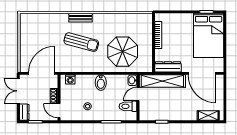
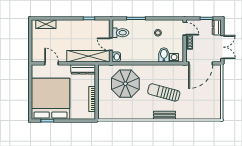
bed: (209, 35) -> (51, 99), width x1.36
door: (202, 73) -> (52, 63), width x0.53
bidet: (101, 83) -> (164, 55), moved
door: (138, 94) -> (111, 44), swing flipped

